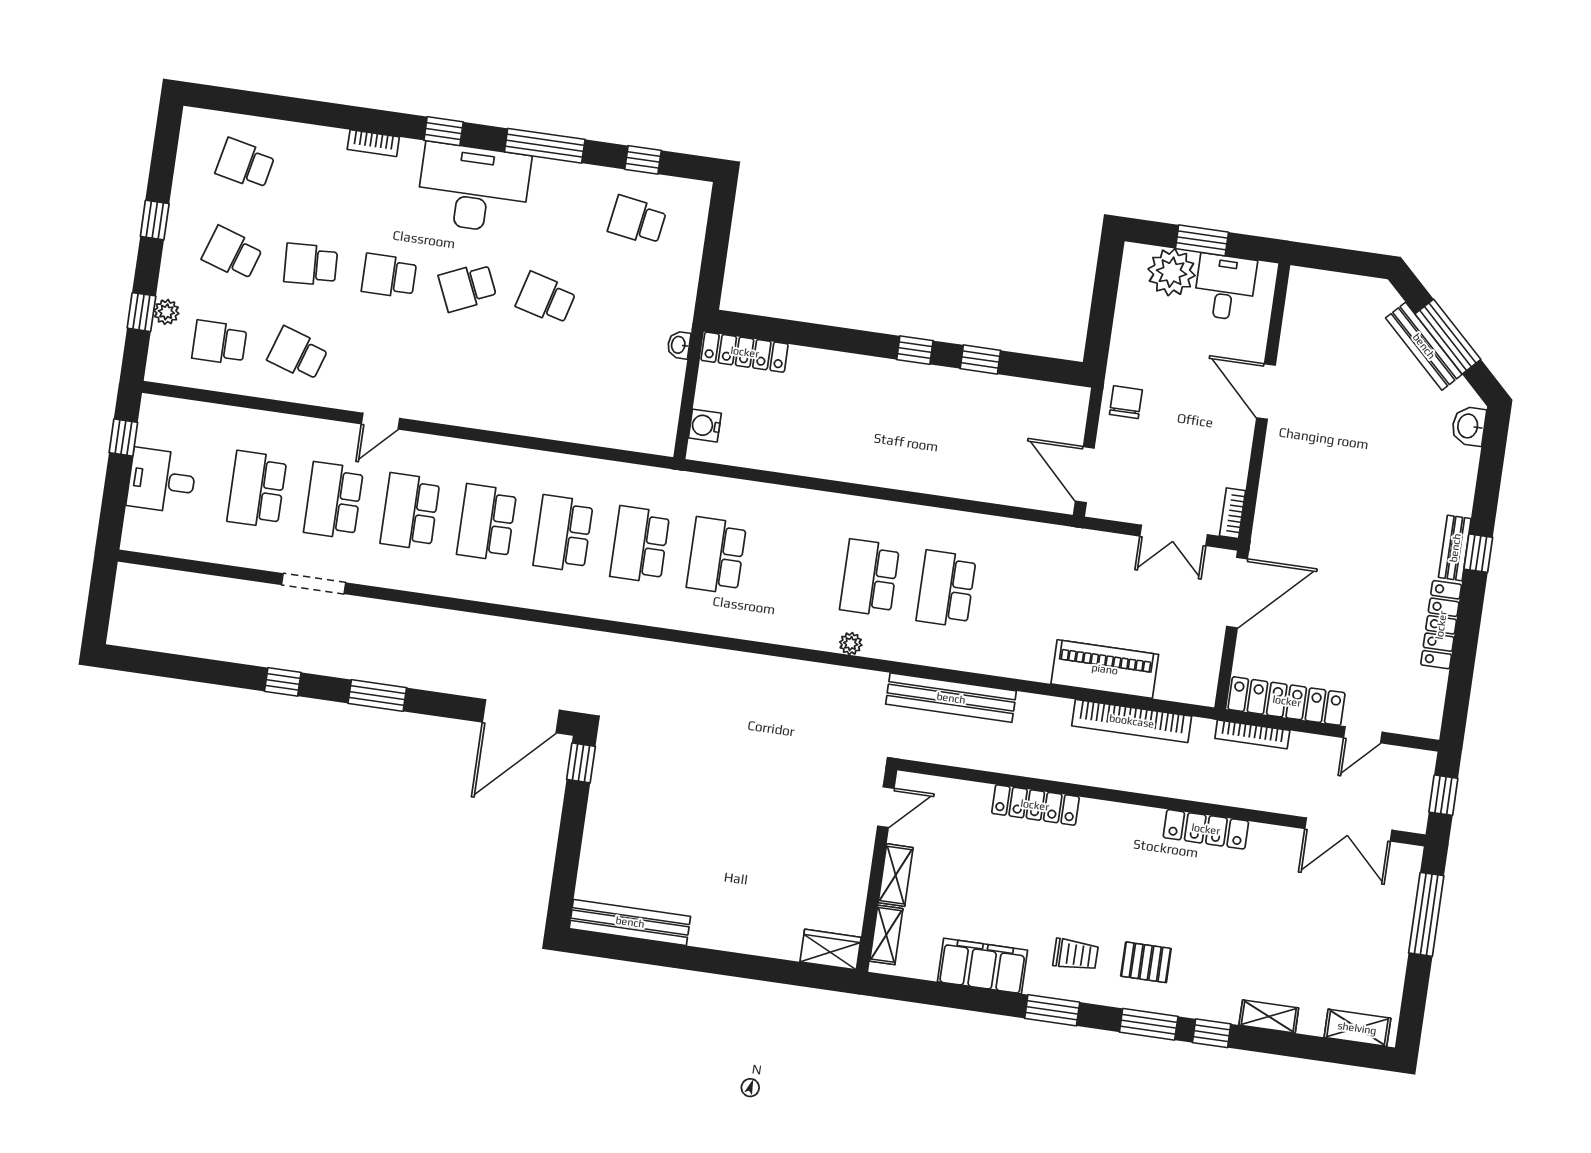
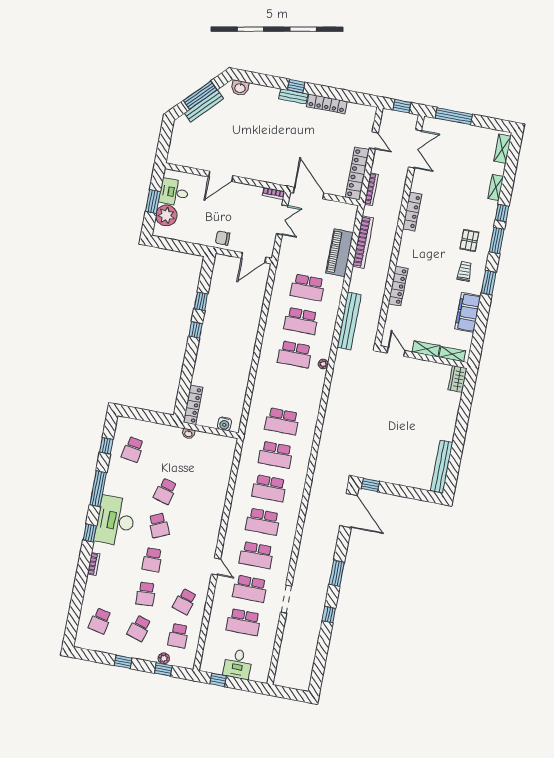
school desk: (1023, 600) -> (307, 287), added

